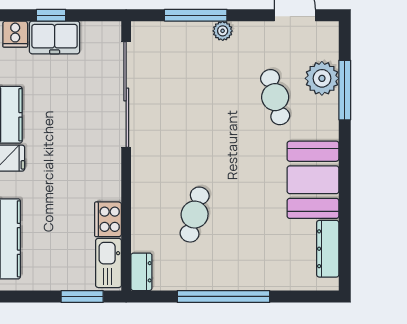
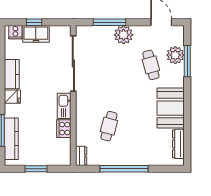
plant: (223, 31) -> (124, 35), width x1.87, depth x1.87
kitchen sink: (108, 263) -> (64, 106), moved
window: (82, 296) -> (36, 169), moved

